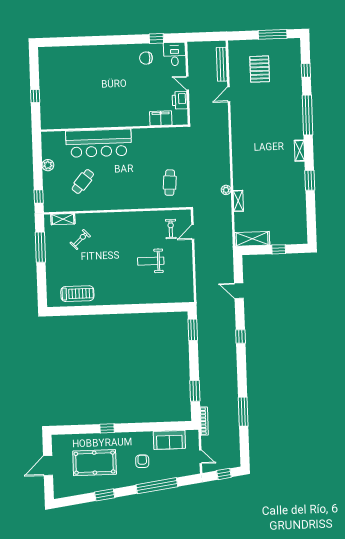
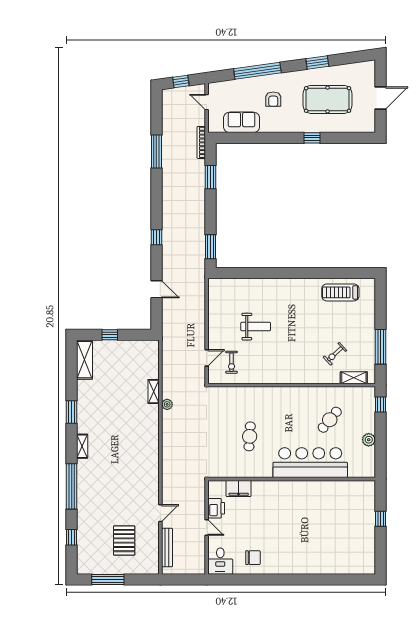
window: (156, 38) -> (240, 579), removed
cafe table: (170, 183) -> (250, 436), moved
shelving: (252, 239) -> (85, 360), moved, turned 90

